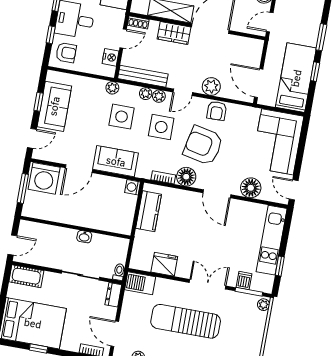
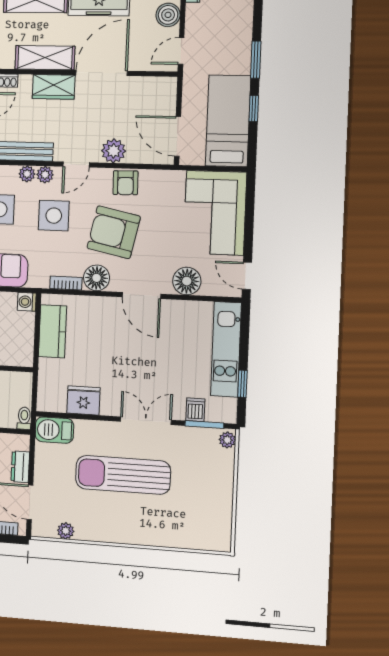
dresser: (113, 295) -> (20, 467), moved

